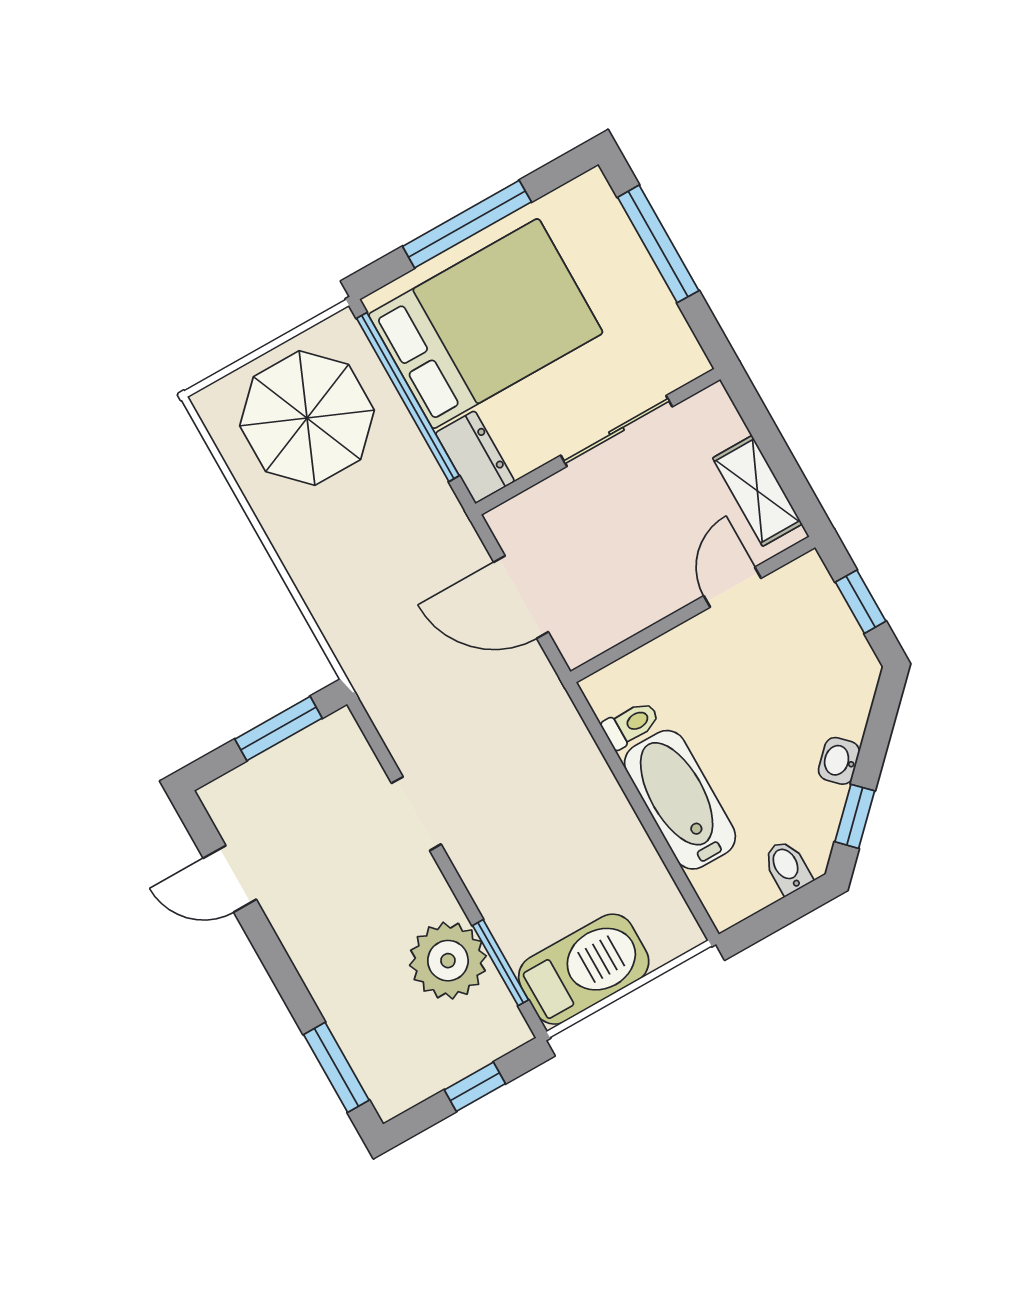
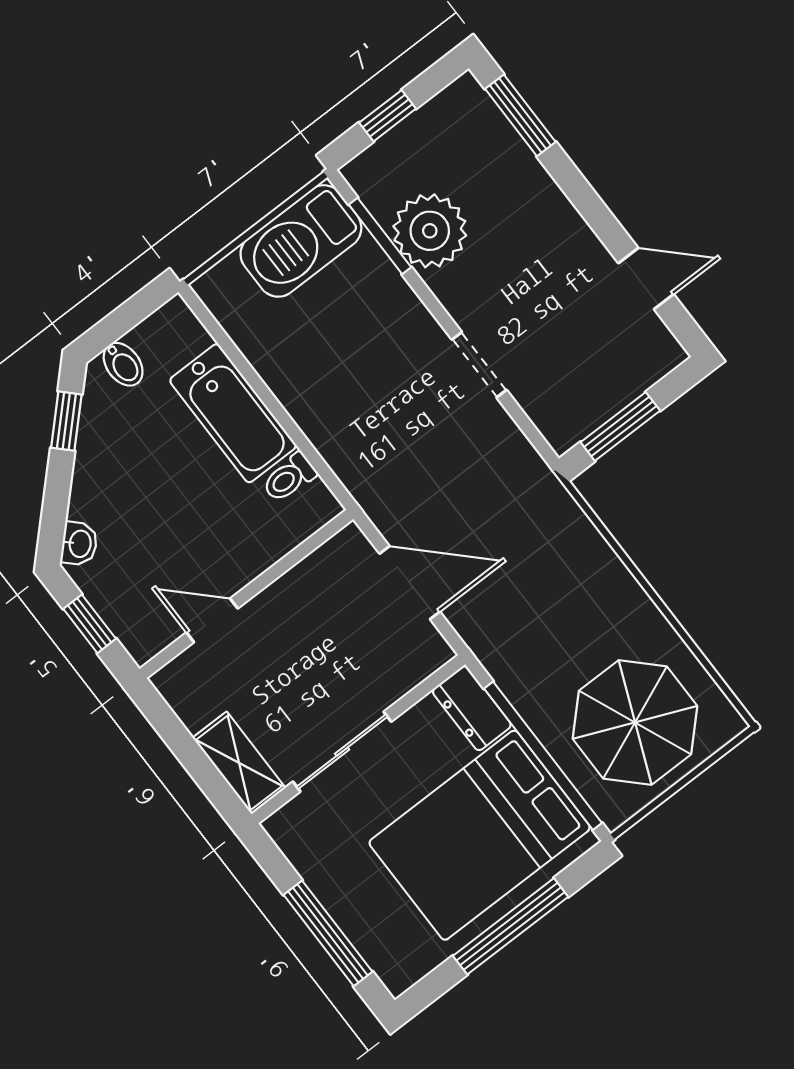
shelving: (757, 491) -> (239, 763), moved
door: (732, 587) -> (212, 620), swing flipped
washbasin: (839, 761) -> (79, 544), moved

